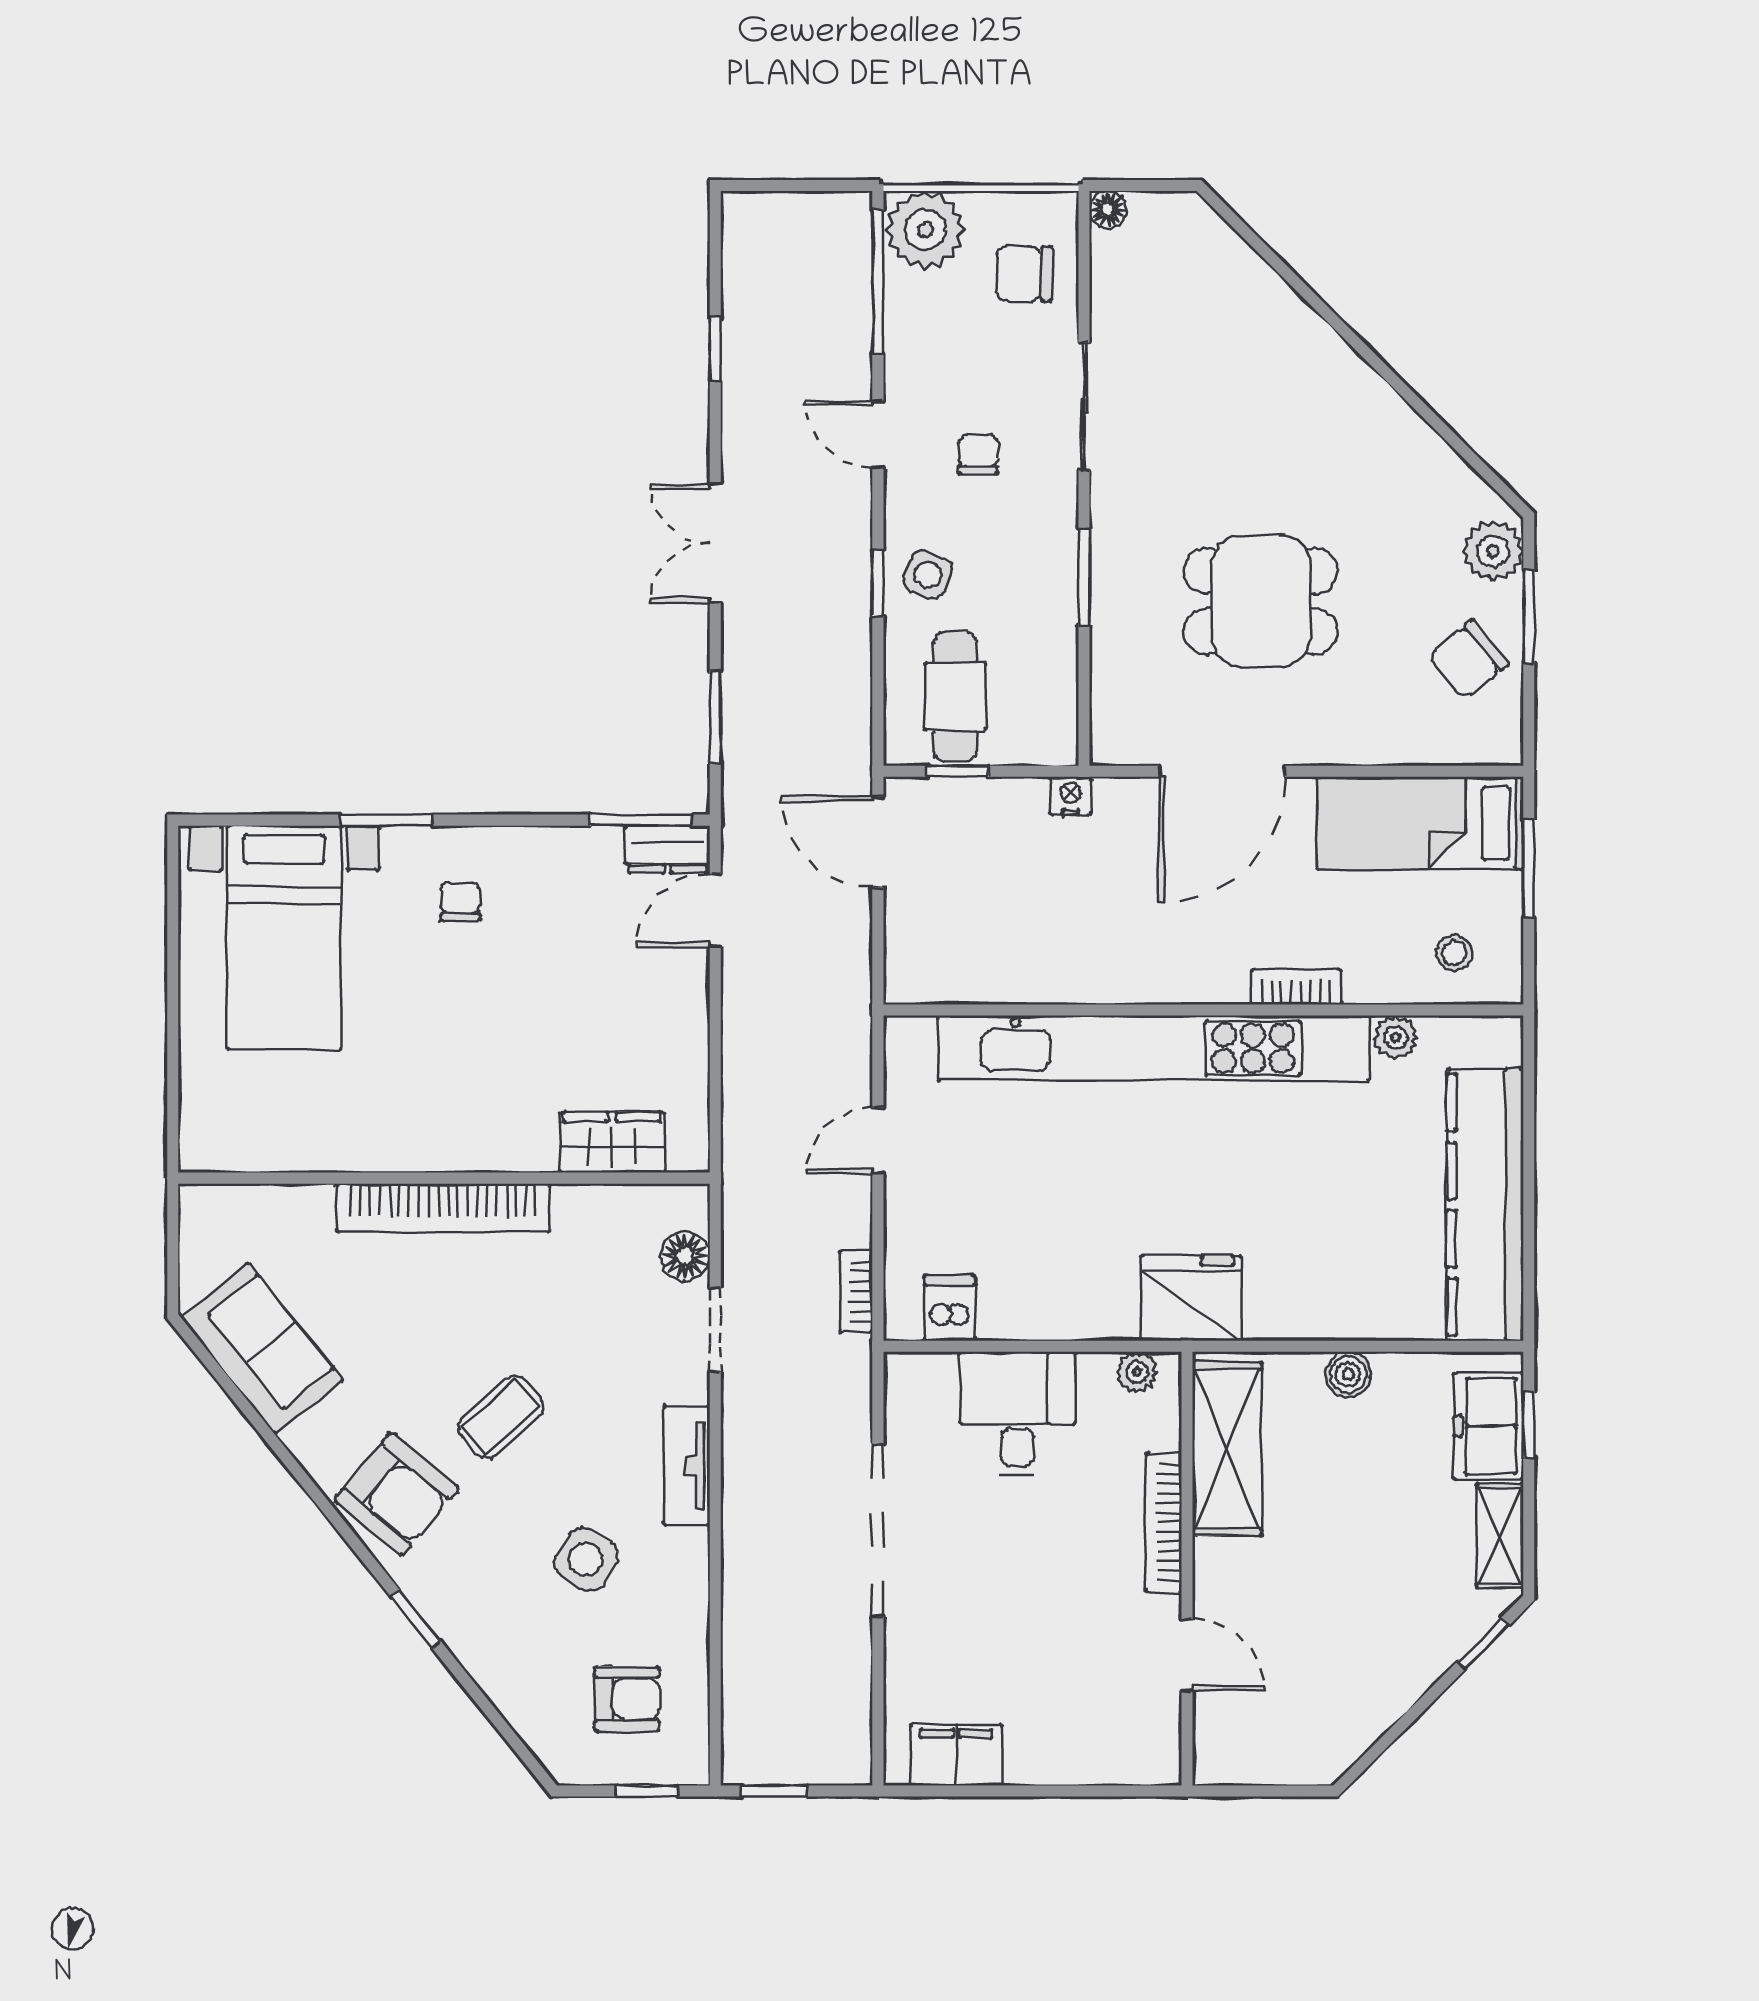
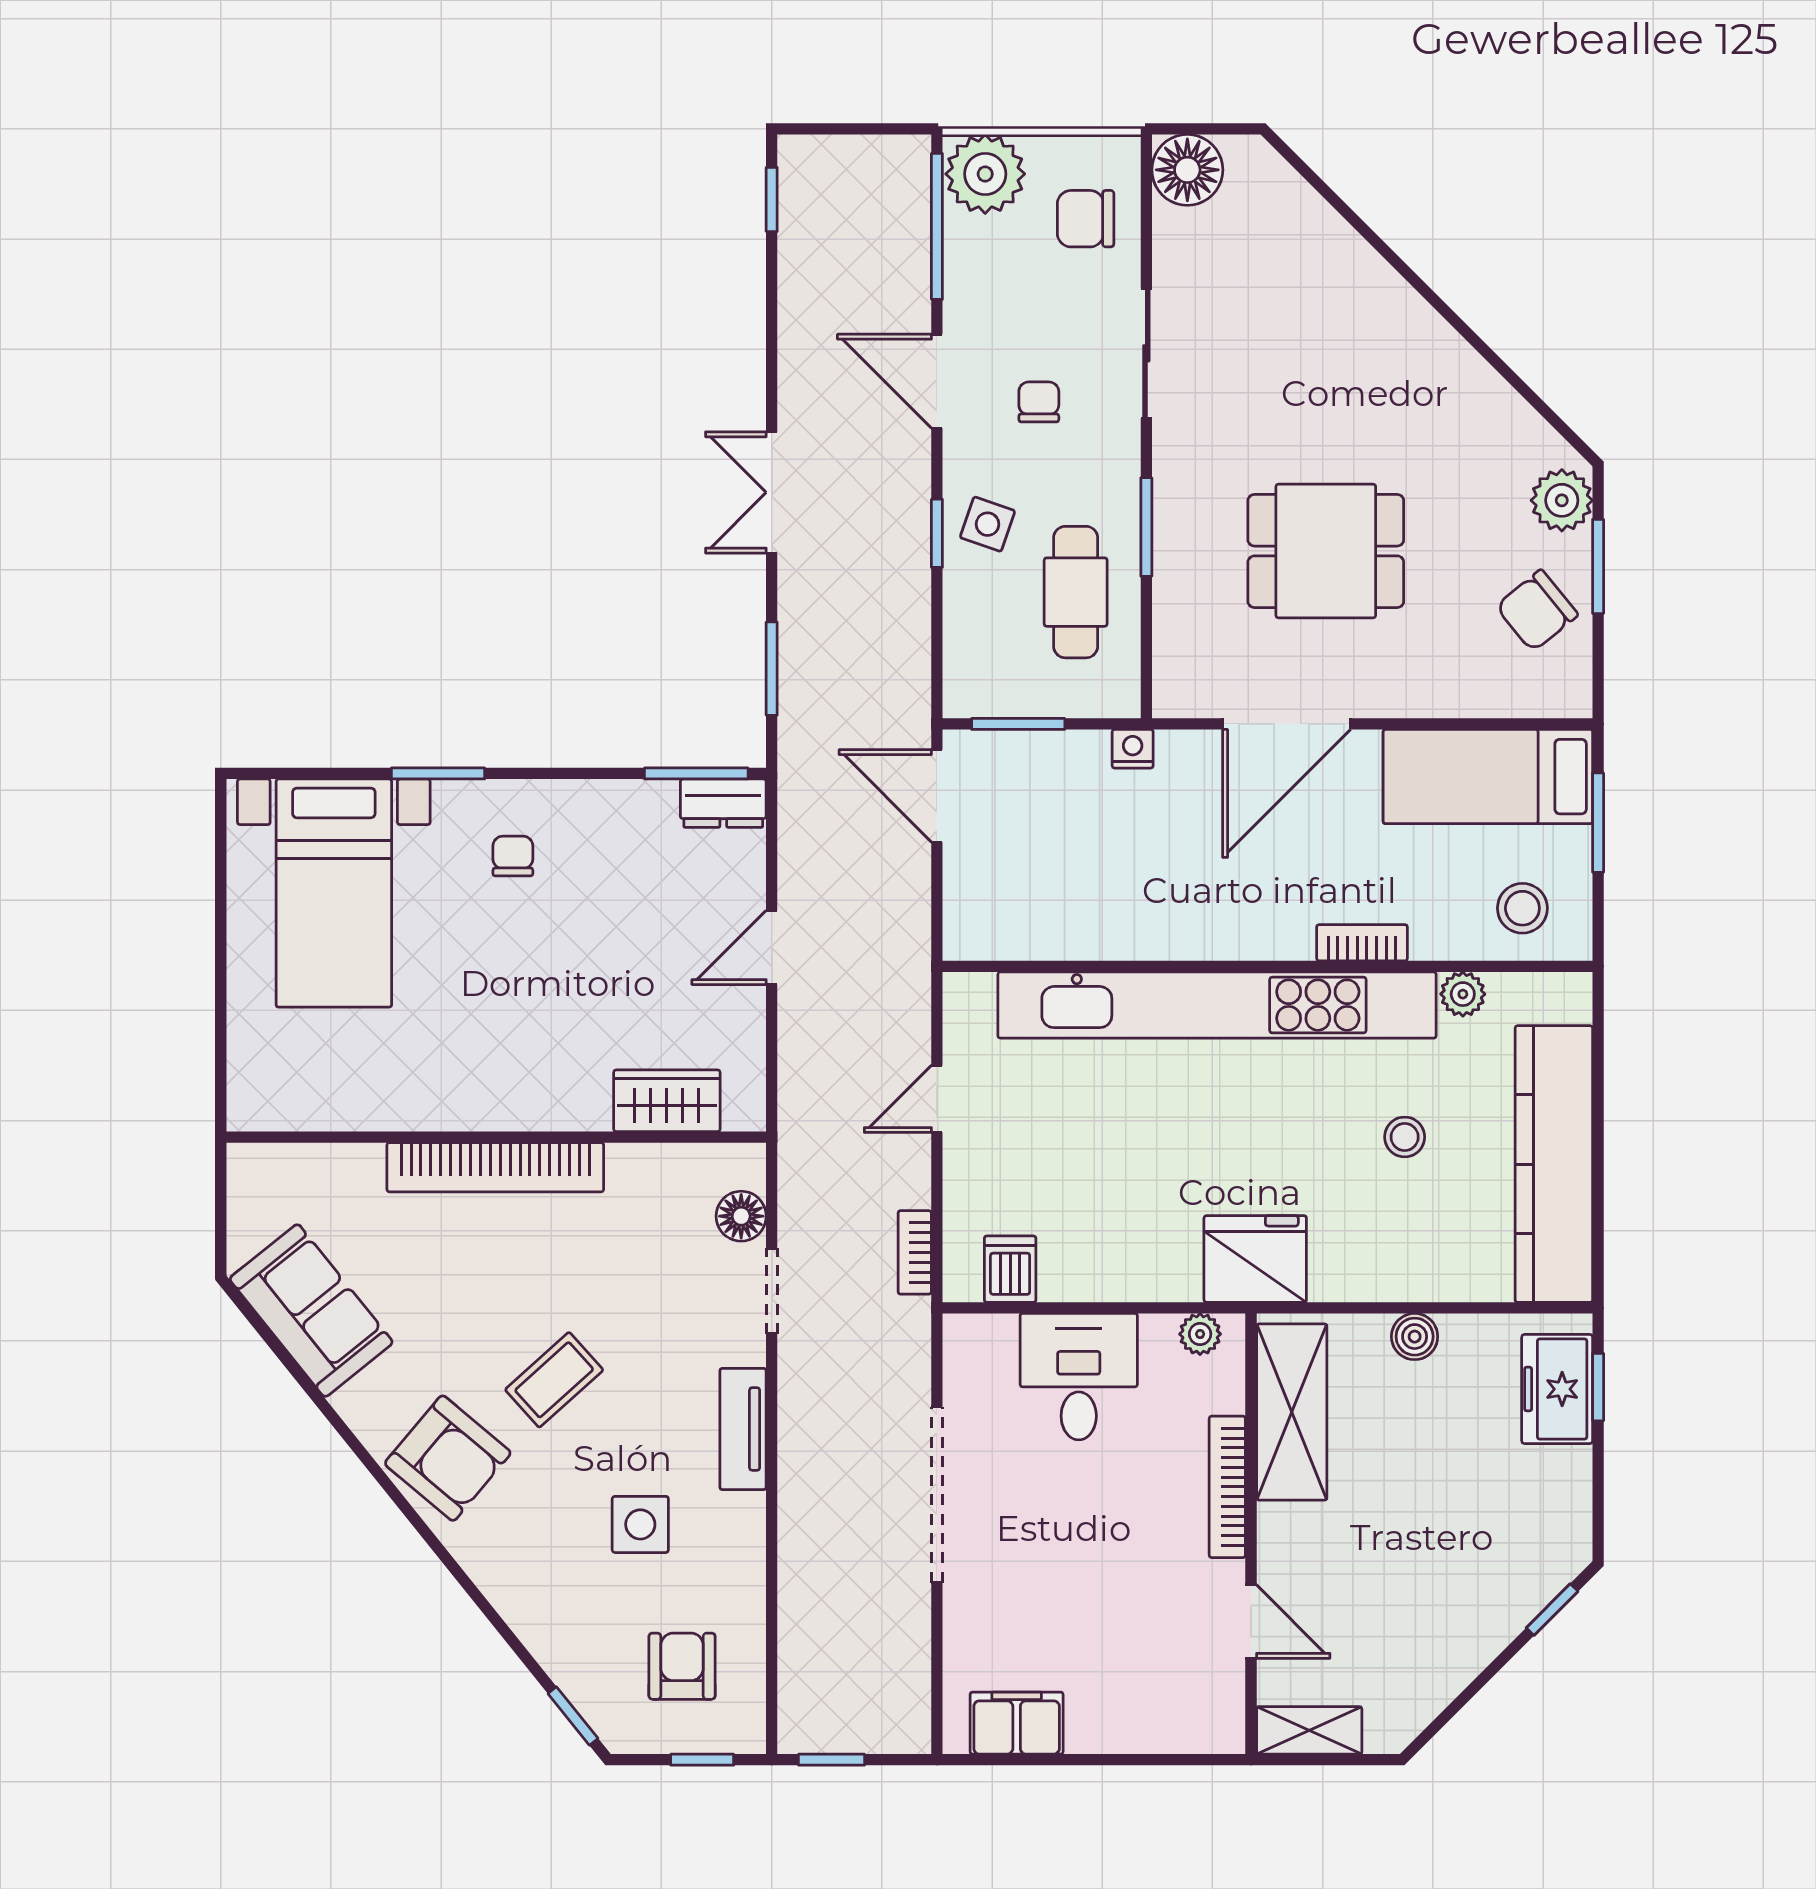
floor lamp: (1108, 209) -> (1187, 170), width x1.89, depth x1.89
window: (715, 349) -> (772, 199), moved
door: (878, 434) -> (937, 381), width x1.38
cafe table: (955, 697) -> (1076, 592), moved
window: (958, 771) -> (1018, 724), width x1.50
door: (715, 910) -> (772, 947), moved
stool: (1454, 953) -> (1522, 908), width x1.37, depth x1.37
stool: (1338, 1178) -> (1405, 1137), added
shelving: (1500, 1536) -> (1309, 1730), moved, turned 90
side table: (586, 1559) -> (640, 1524), turned -33
window: (416, 1619) -> (573, 1716), moved
armchair: (627, 1699) -> (682, 1666), turned -90

